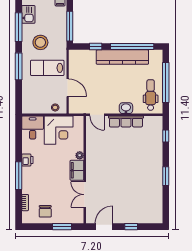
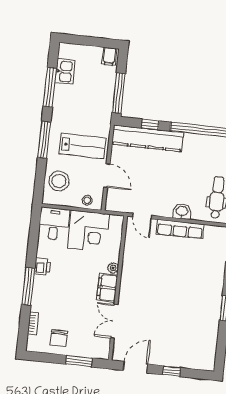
stool: (40, 42) -> (59, 181), moved
kitchen counter: (122, 57) -> (148, 138), moved
lab bench: (47, 68) -> (82, 146), turned 180

